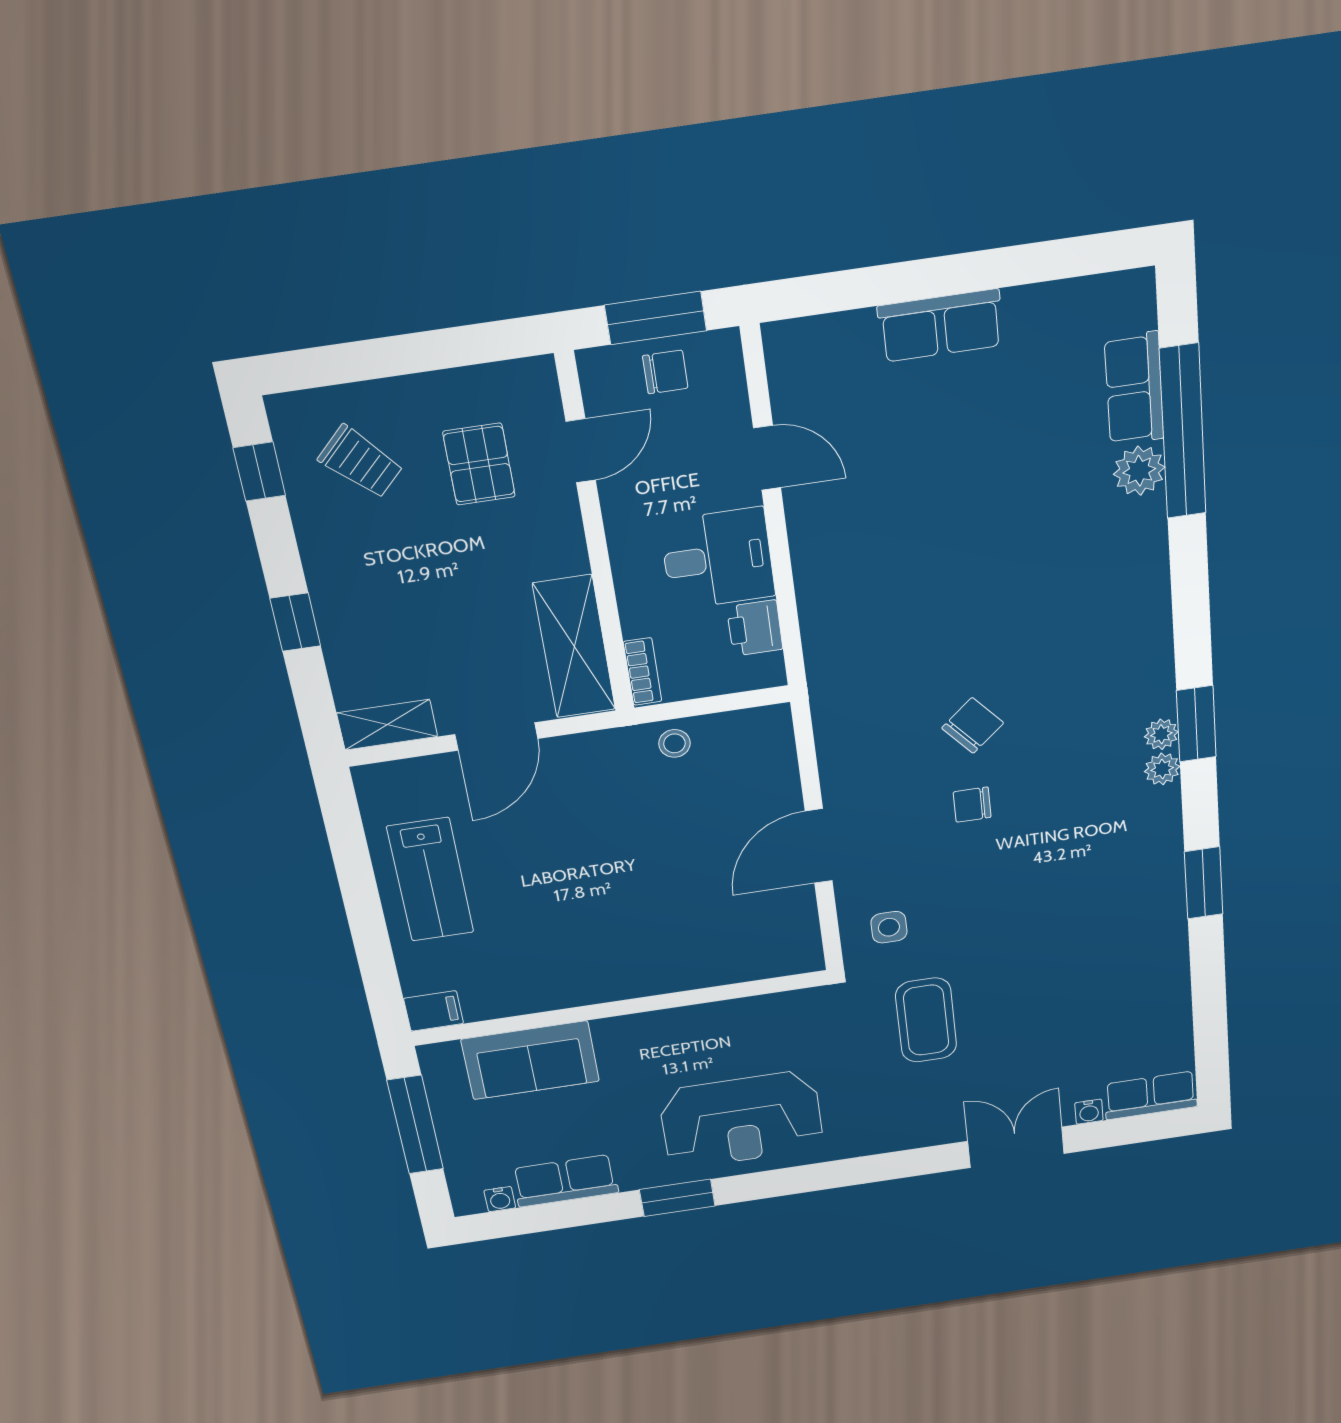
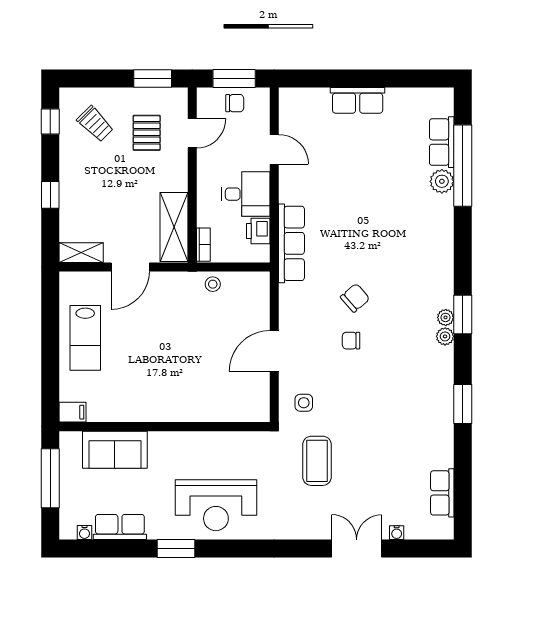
window: (470, 345) -> (153, 78), added
row of seats: (829, 642) -> (291, 243), added
row of seats: (1151, 1095) -> (442, 493), moved, turned -90

